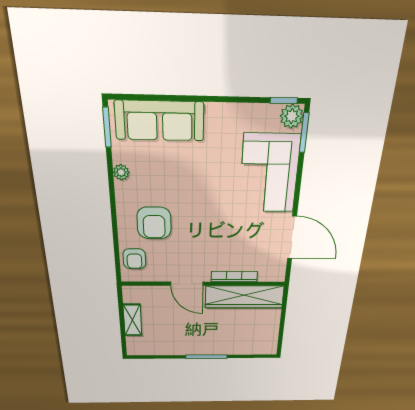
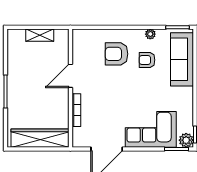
armchair: (134, 259) -> (147, 60), moved
wardrobe: (244, 297) -> (40, 138), moved, turned 90

